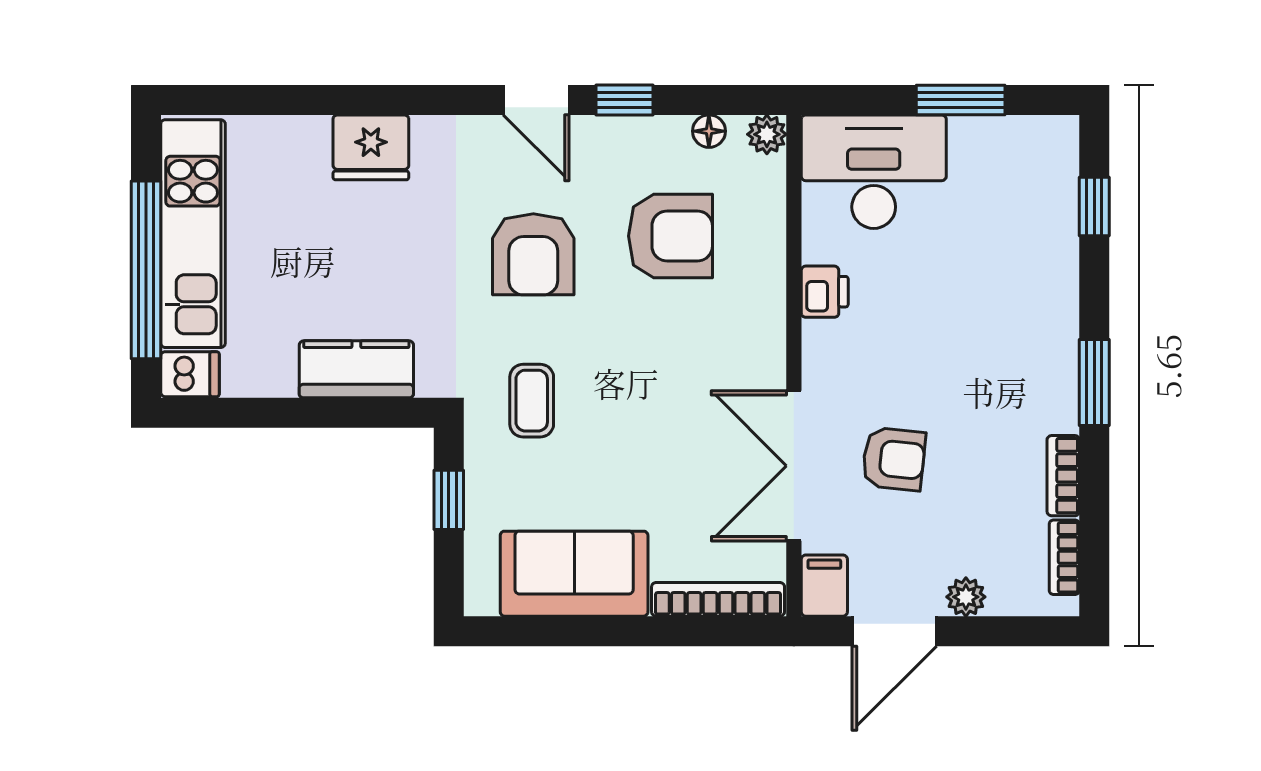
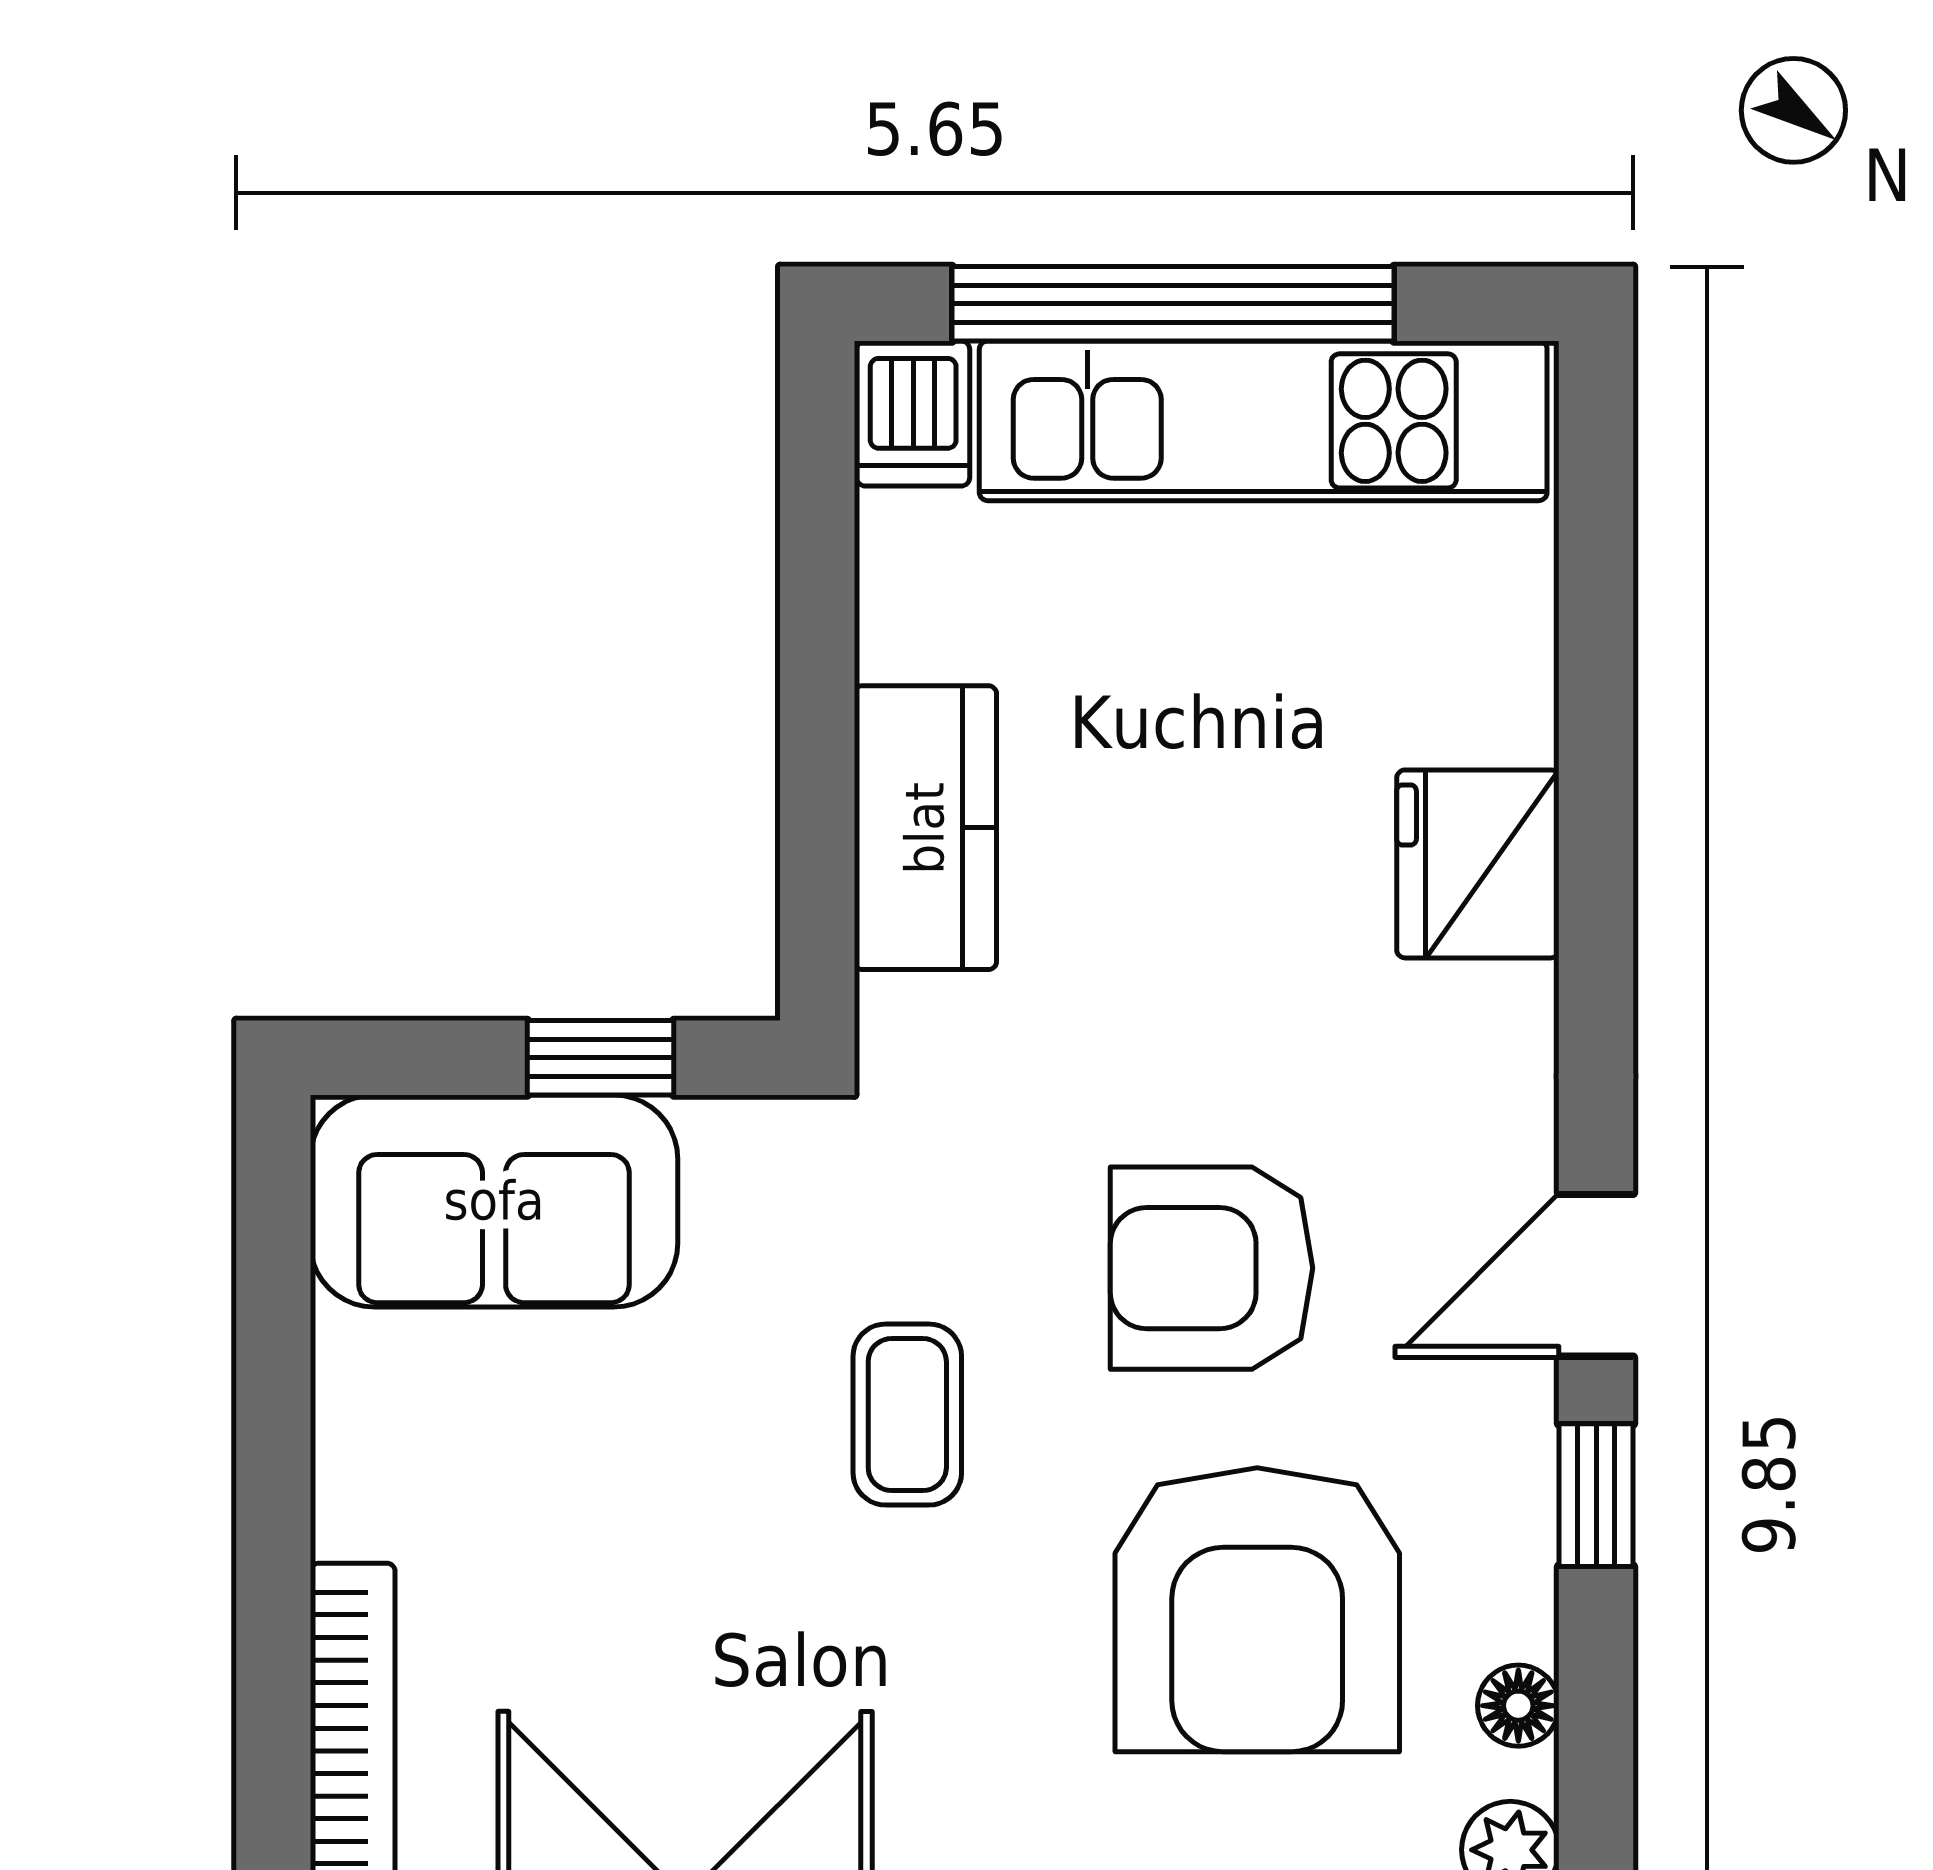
armchair: (670, 236) -> (1257, 1610), width x1.36, depth x1.36
coffee table: (532, 401) -> (907, 1415), moved, turned 90
sofa: (574, 574) -> (494, 1201), moved, turned 90

